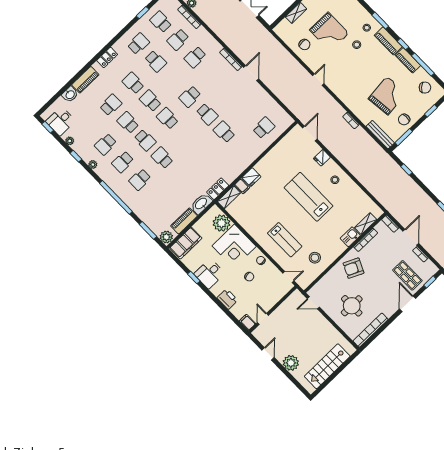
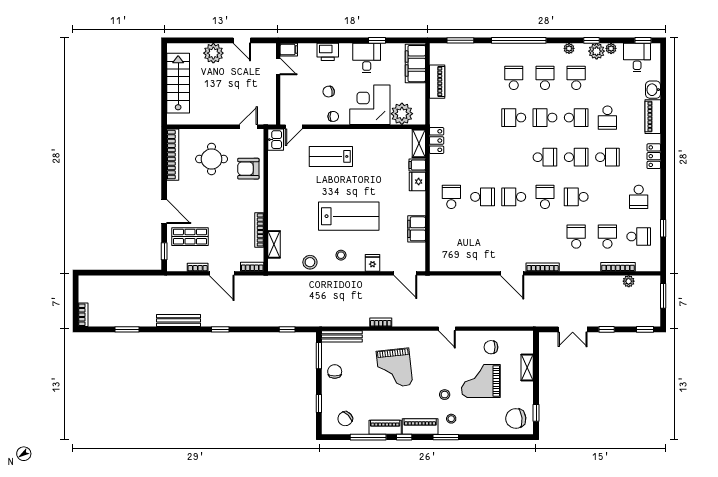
school desk: (156, 61) -> (576, 197), moved
grand piano: (387, 96) -> (394, 368), moved
school desk: (264, 128) -> (451, 197), moved, turned 180
filing cabinet: (278, 152) -> (417, 229), added
school desk: (162, 158) -> (514, 118), turned 180
washbasin: (201, 204) -> (438, 112), removed
plant: (166, 237) -> (597, 51), moved
kitchen sink: (350, 237) -> (276, 140), moved
stool: (315, 258) -> (310, 262), moved
armchair: (354, 268) -> (248, 169), moved, turned -115

